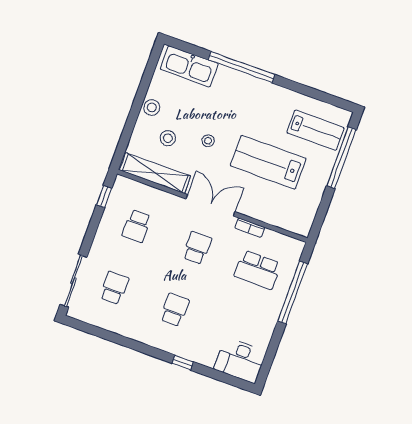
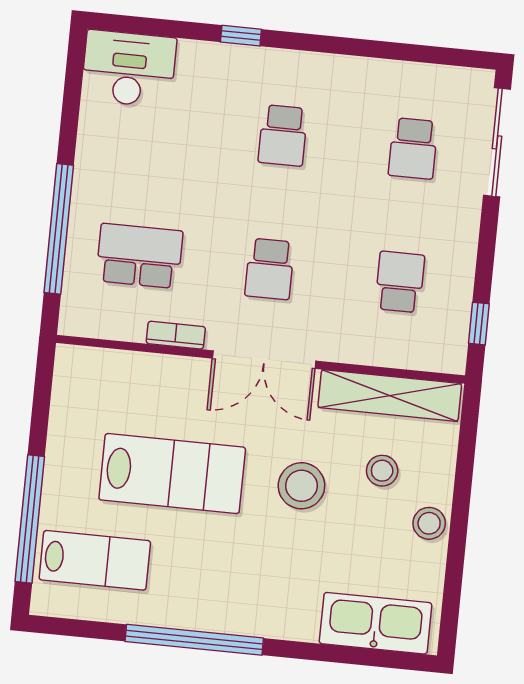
window: (241, 67) -> (194, 640), moved
lab bench: (315, 130) -> (95, 560), turned 180
stool: (208, 141) -> (301, 486), width x1.89, depth x1.89

